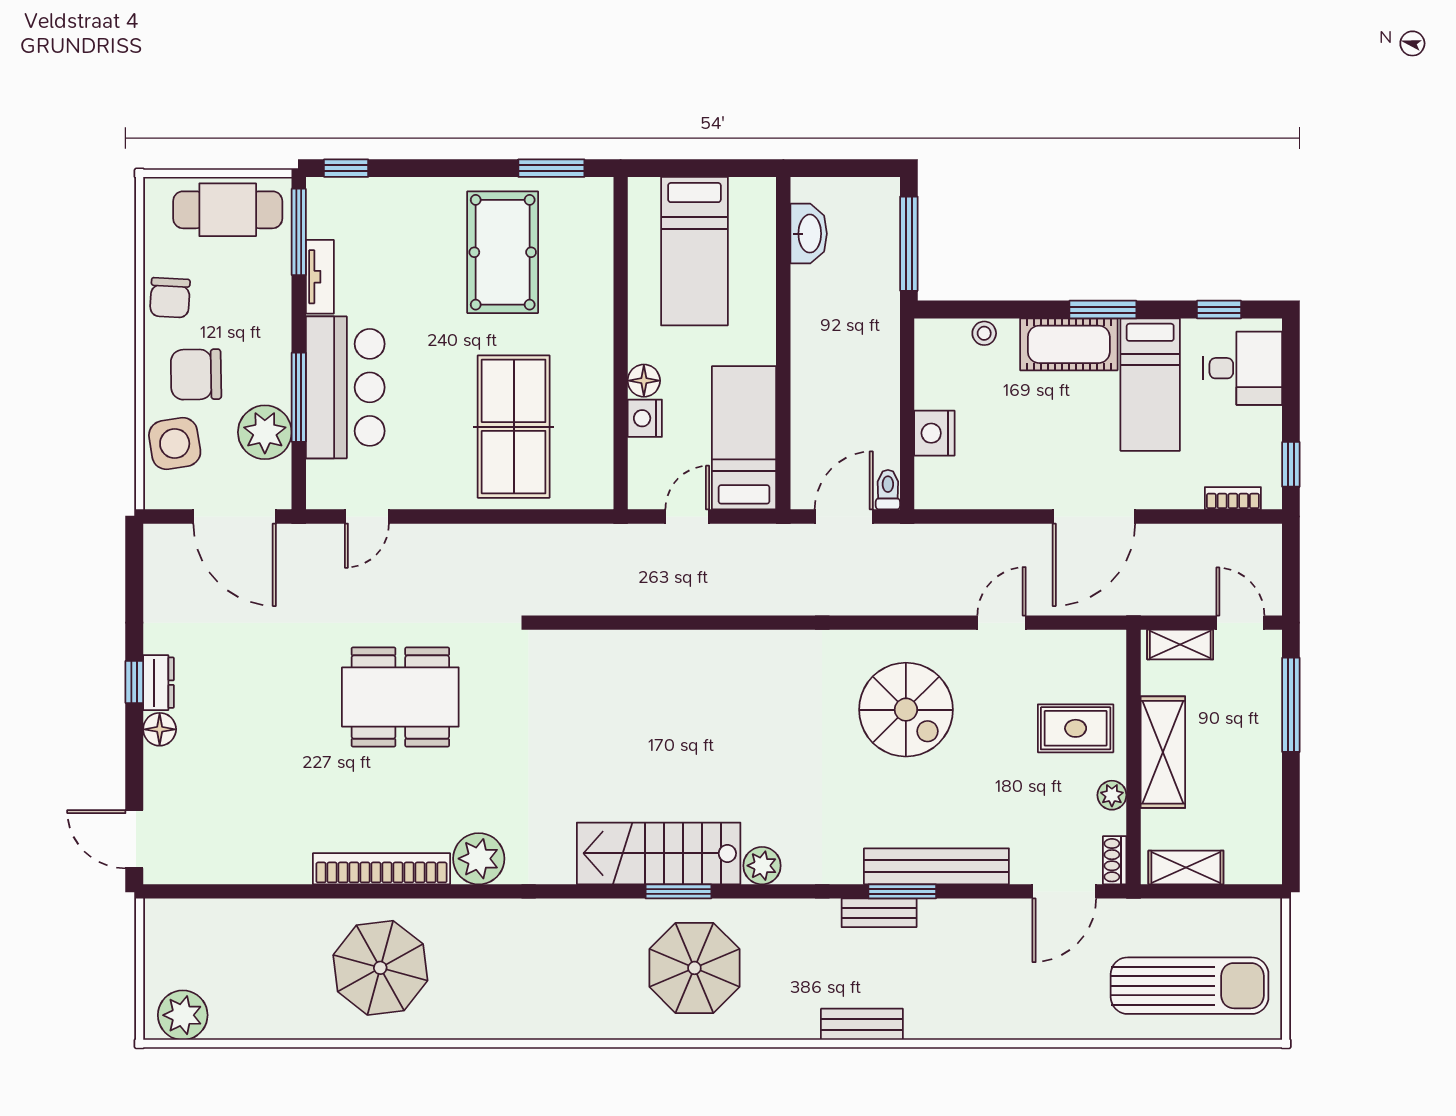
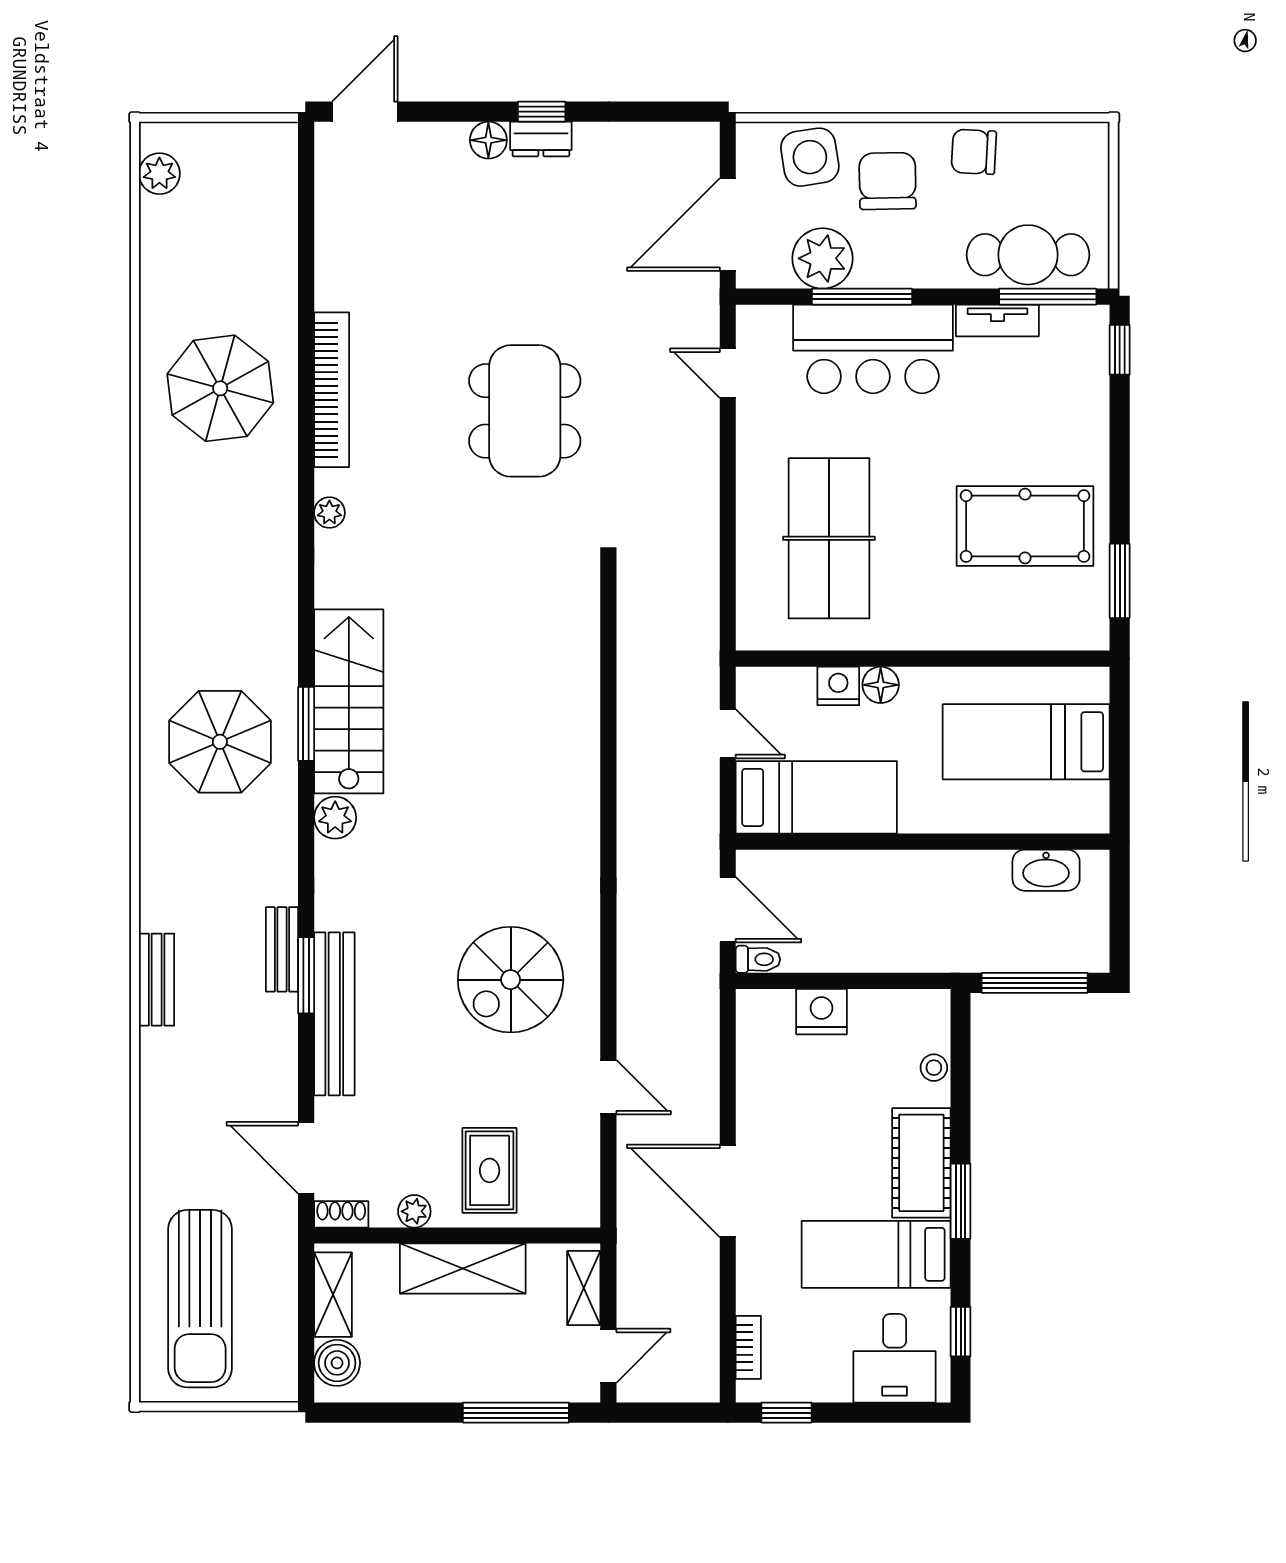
cafe table: (228, 210) -> (1028, 255), moved, turned 90
table tennis table: (514, 427) -> (829, 538), turned 90
plant: (479, 859) -> (329, 513), width x0.53, depth x0.53
boiler: (1247, 864) -> (337, 1363), added
plant: (183, 1015) -> (159, 174), width x0.73, depth x0.73
bench: (862, 1024) -> (157, 980), moved

